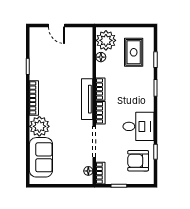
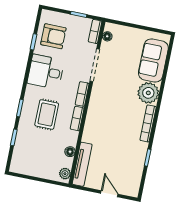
plant: (106, 40) -> (65, 174), width x0.53, depth x0.53
rug: (134, 52) -> (47, 114), moved
tv unit: (87, 99) -> (82, 164), moved

